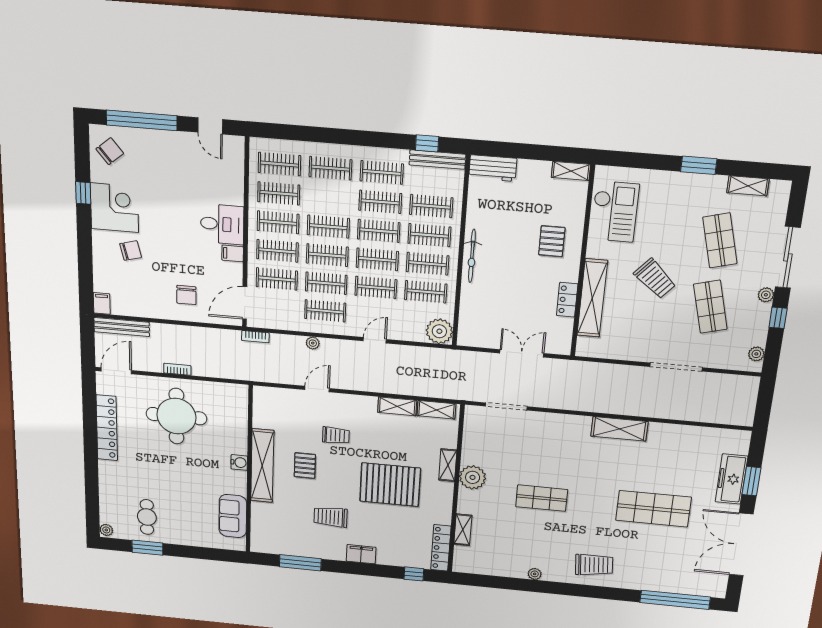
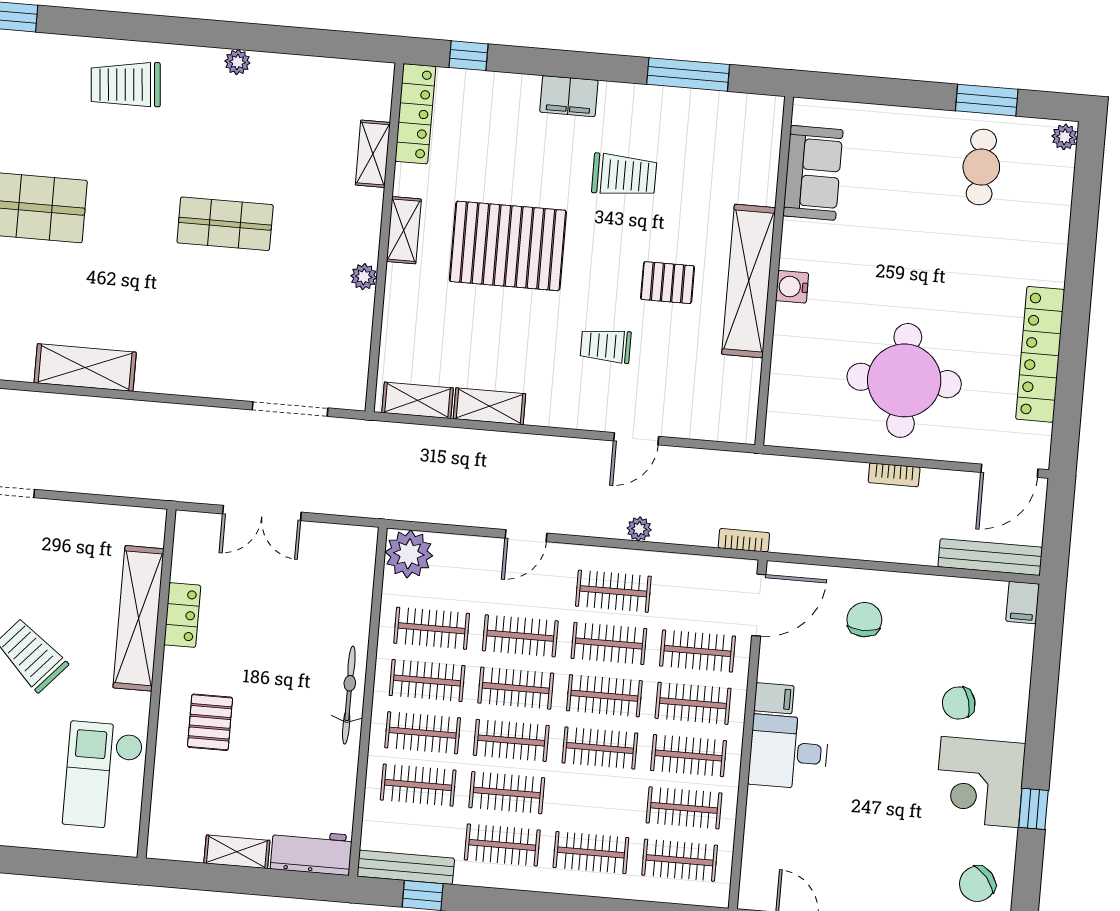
shelving: (571, 171) -> (237, 852), moved
shelving: (448, 465) -> (404, 230), moved
pallet: (305, 466) -> (668, 283), turned 90
plant: (473, 477) -> (364, 277), width x0.53, depth x0.53

